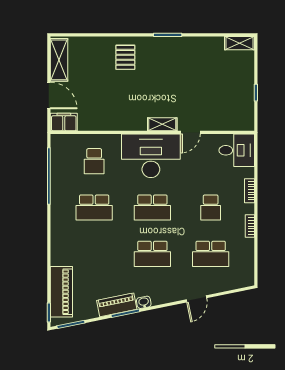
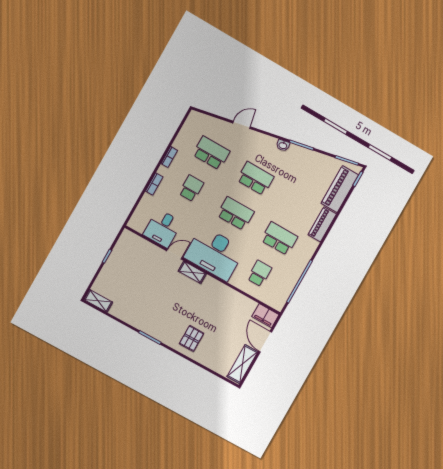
desk: (237, 150) -> (163, 228), moved, turned -90
piano: (117, 305) -> (322, 224), moved, turned 102

